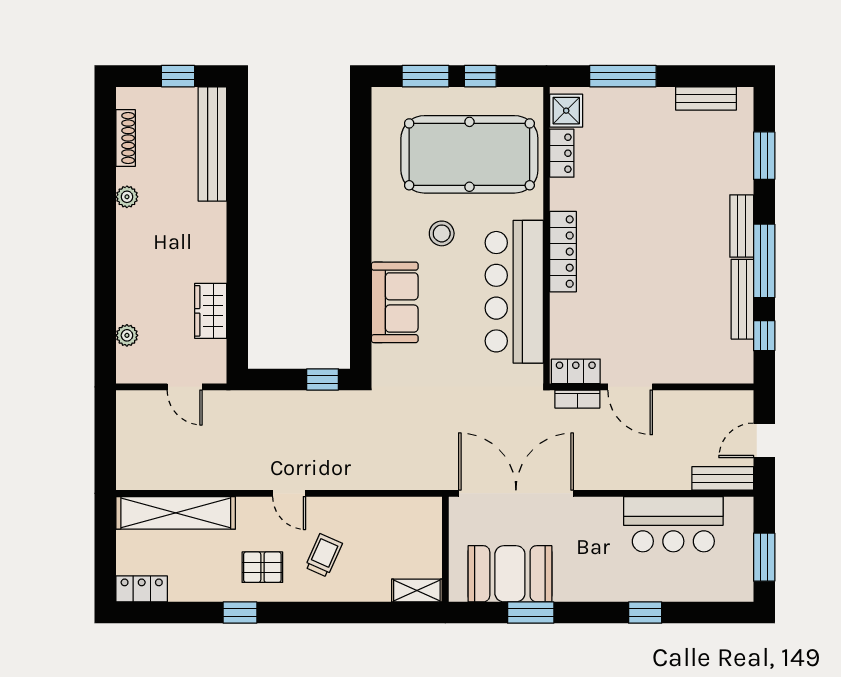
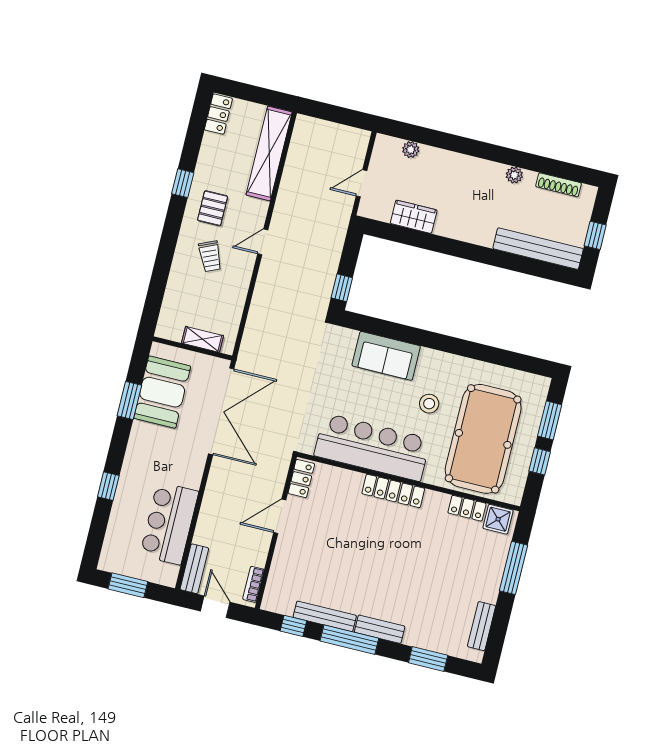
bookcase: (577, 399) -> (253, 584), moved
trolley: (324, 555) -> (210, 256), turned 42
shelving: (417, 591) -> (203, 339), moved, turned 90

